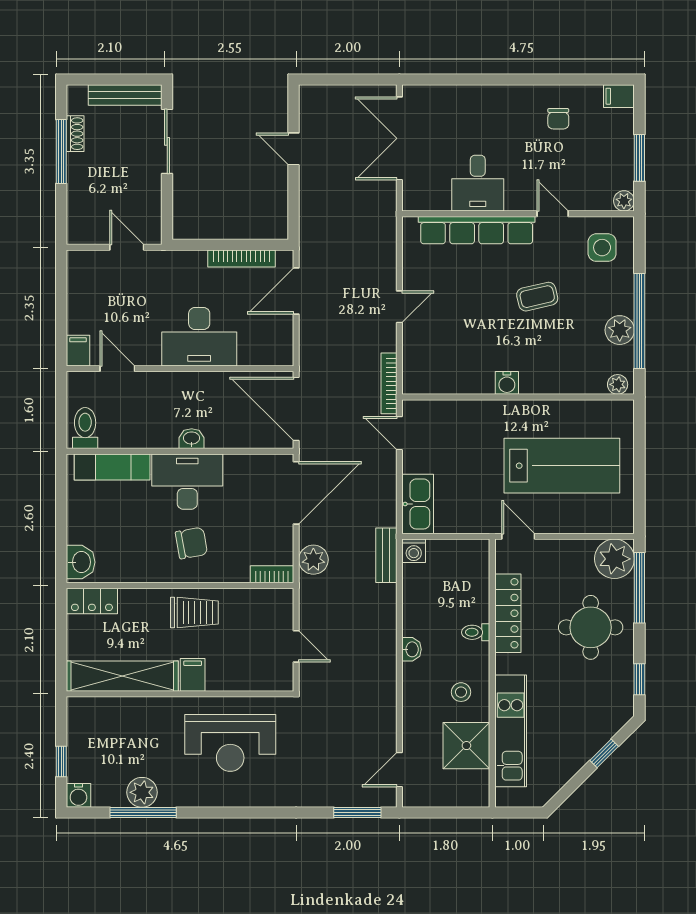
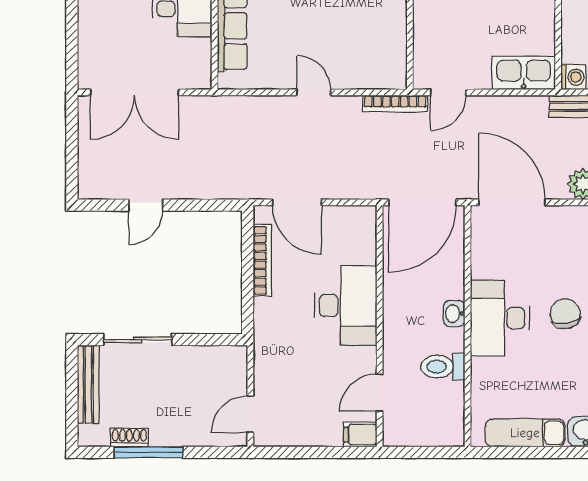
door: (127, 247) -> (250, 414), moved
toilet: (85, 428) -> (443, 367), moved
exam couch: (112, 467) -> (525, 433), moved, turned -90

